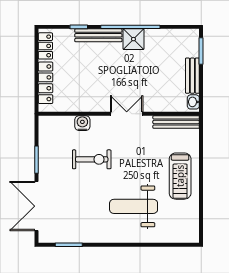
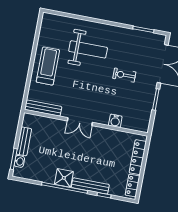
washbasin: (193, 102) -> (19, 161), moved
exercise bike: (92, 159) -> (124, 75), moved, width x0.73, depth x0.72

